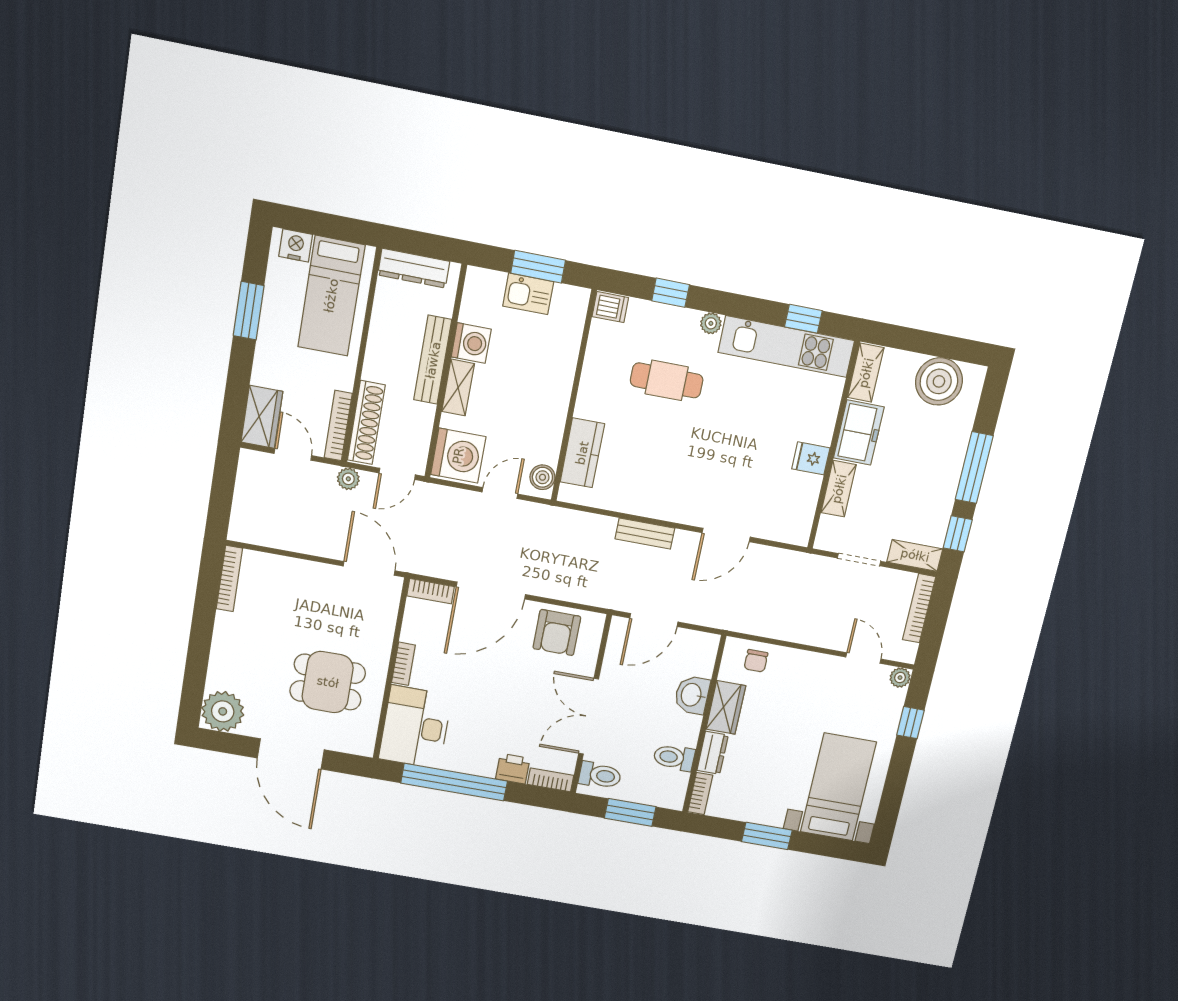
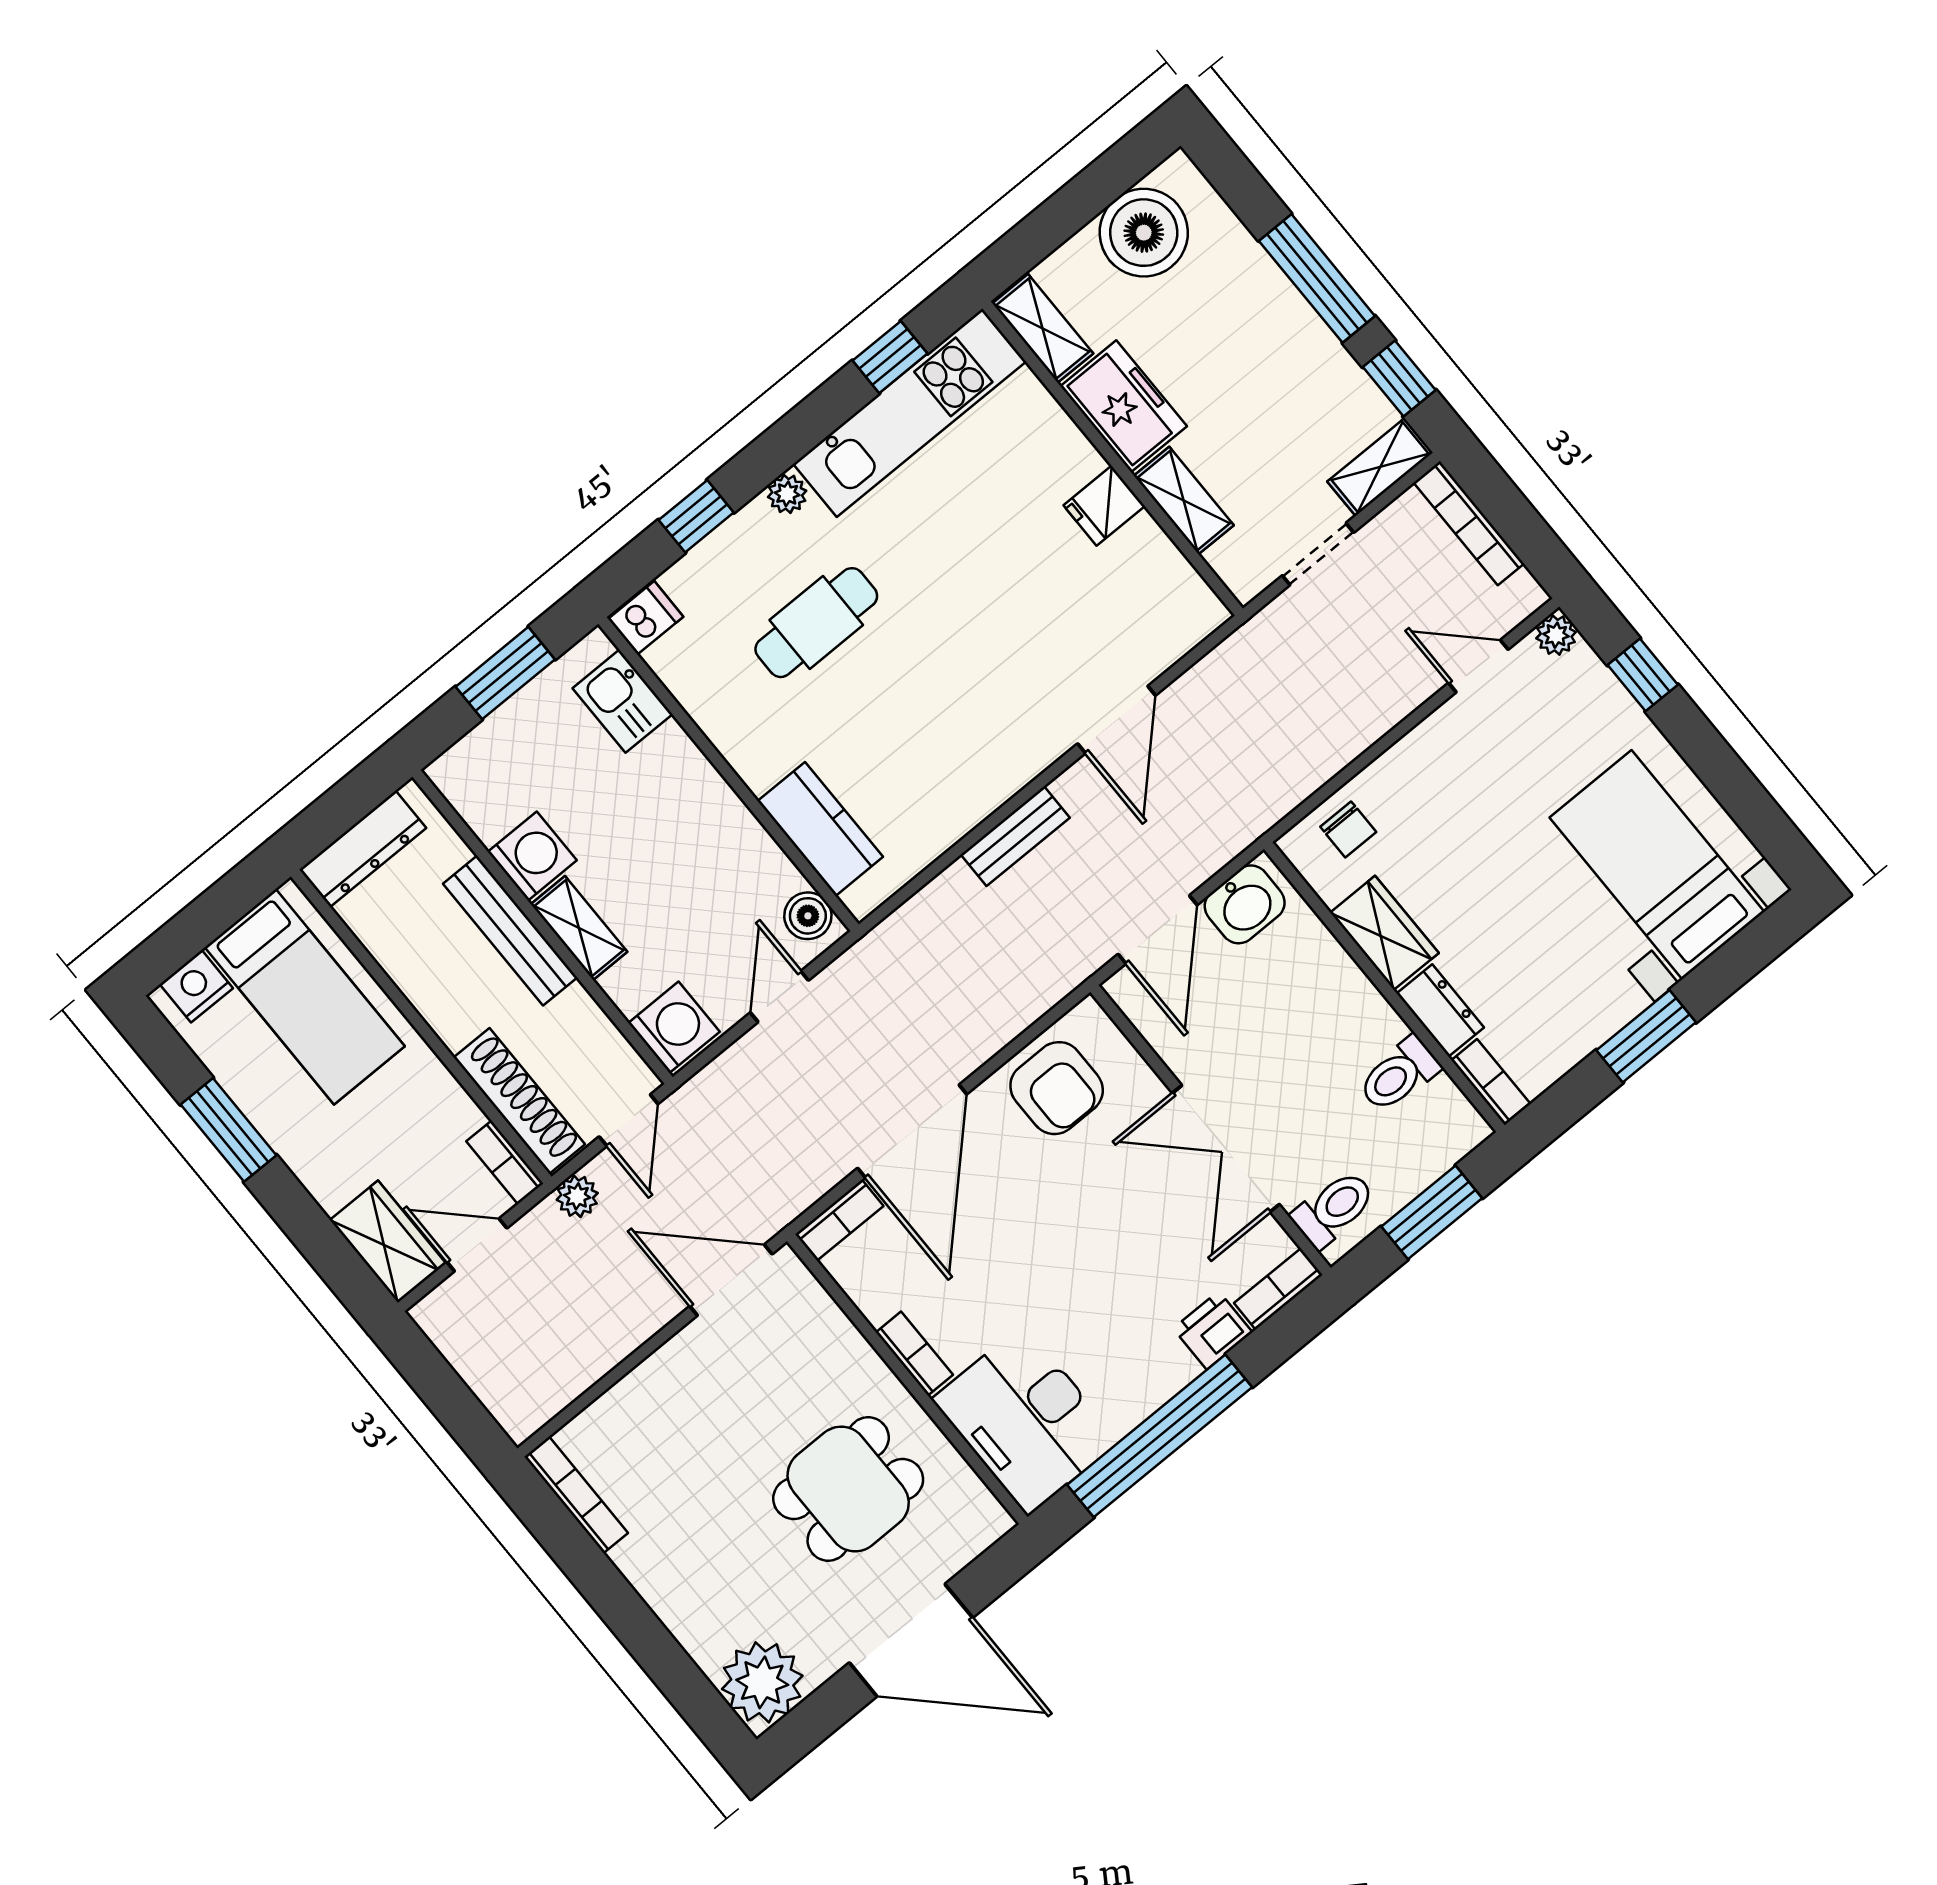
kitchen sink: (528, 294) -> (623, 701), moved, turned 90
bookcase: (338, 426) -> (505, 1162), width x0.64
washing machine: (458, 456) -> (674, 1027), width x0.73, depth x0.73
washbasin: (692, 695) -> (1245, 904), moved, turned -90

